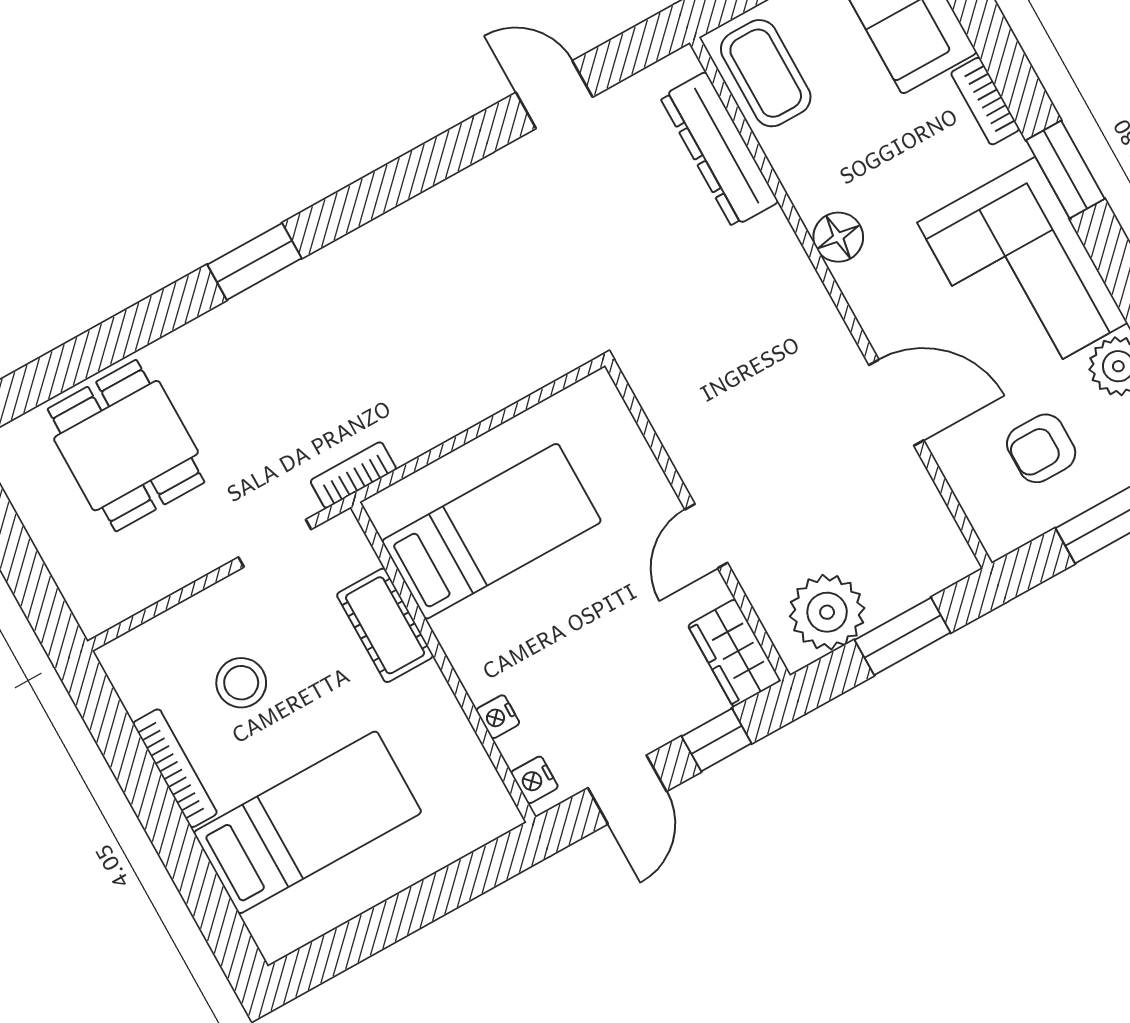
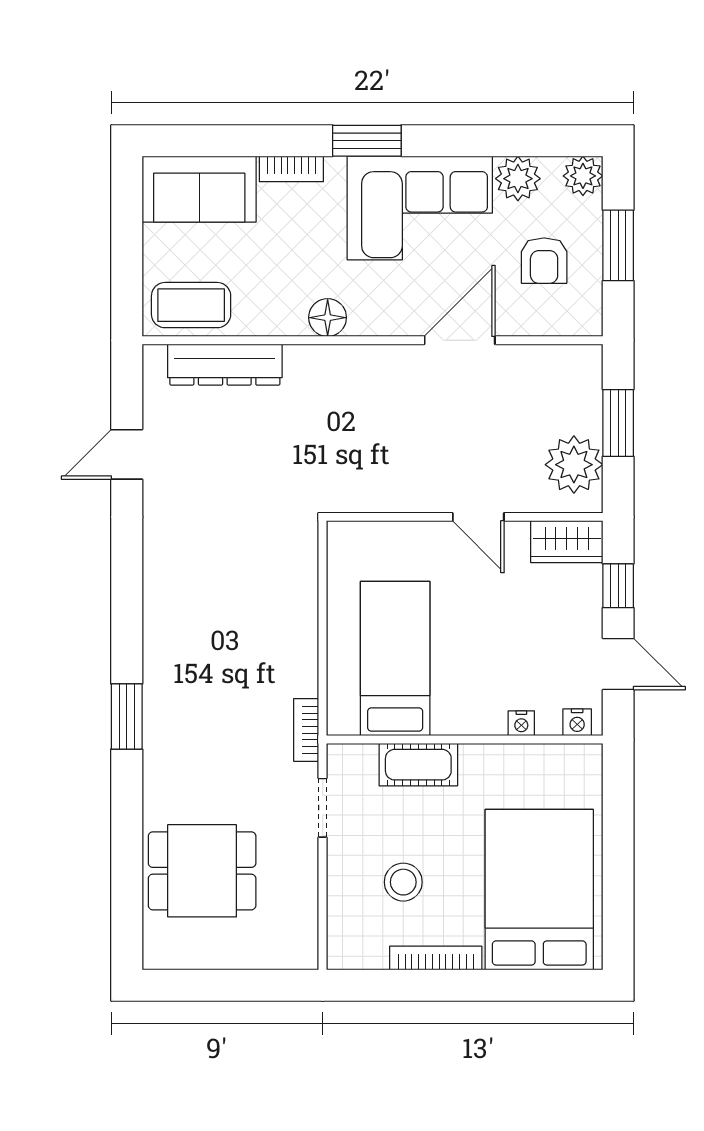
bed: (308, 822) -> (539, 890), width x1.50

